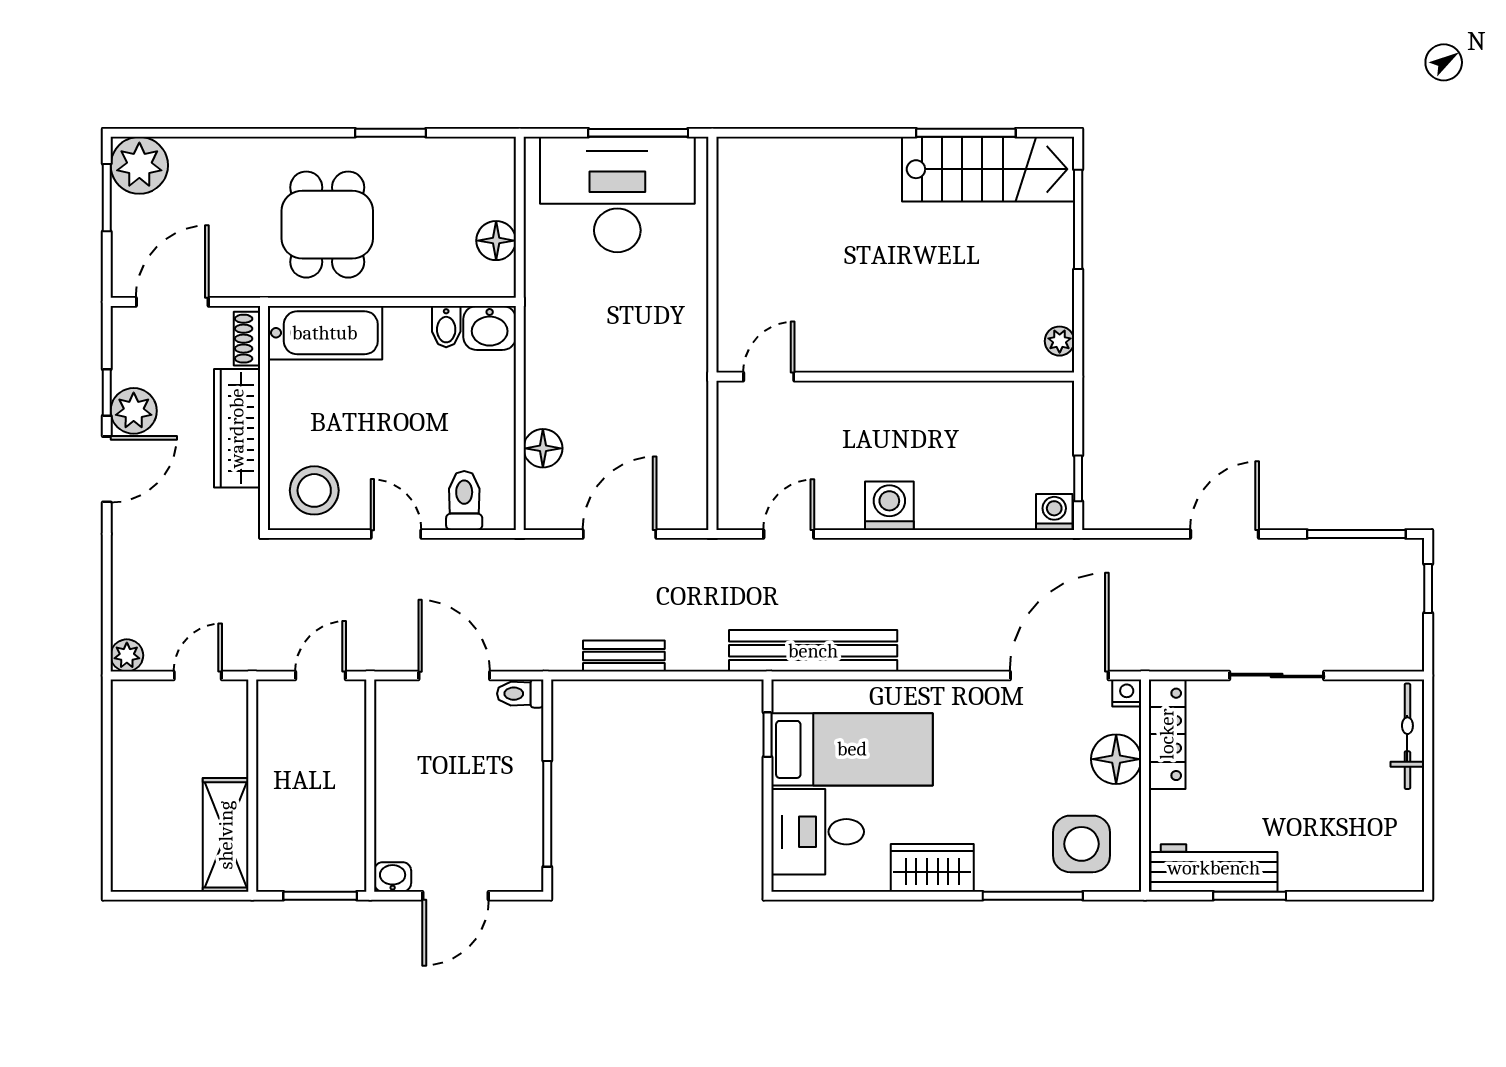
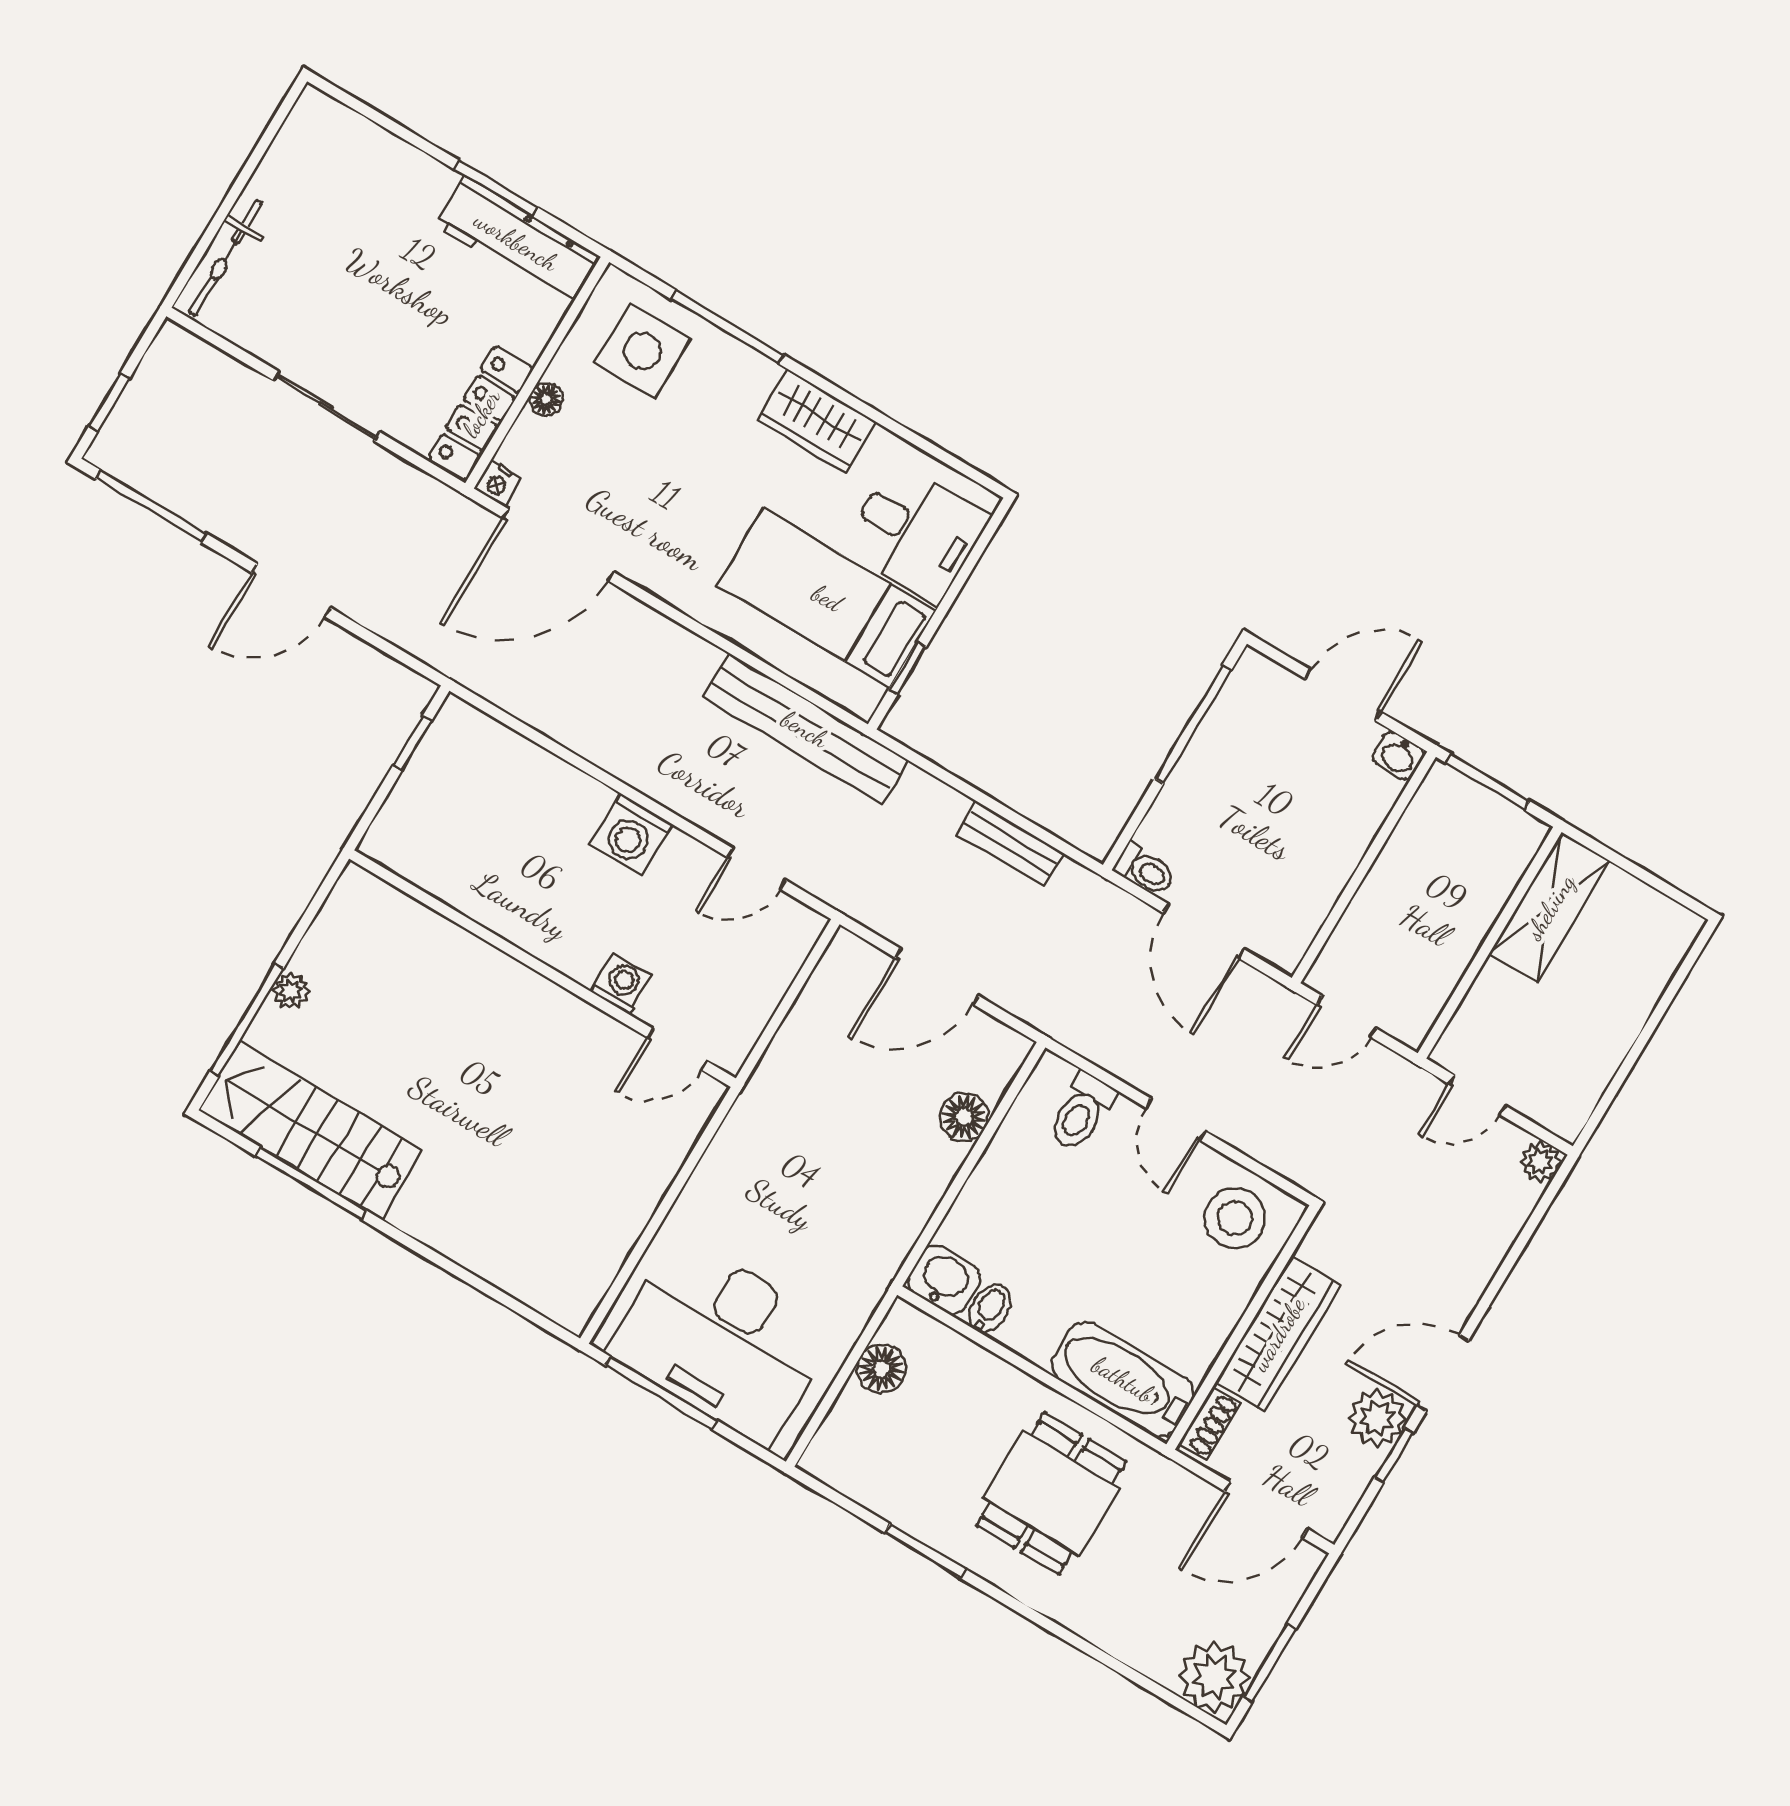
plant: (1060, 341) -> (291, 991), moved
washing machine: (1054, 512) -> (622, 984), moved, turned 180
floor lamp: (1116, 759) -> (546, 399), width x0.53, depth x0.53

